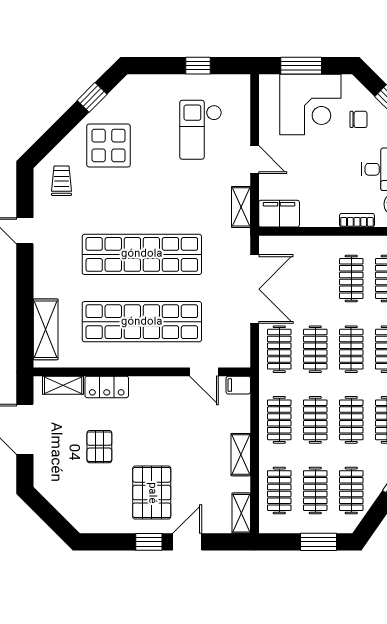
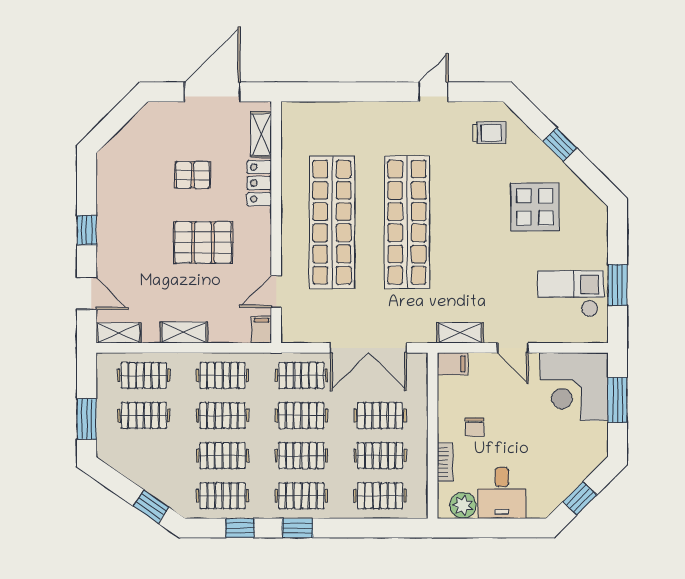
window: (198, 66) -> (618, 285), width x1.50
window: (92, 97) -> (560, 145), moved
corner desk: (310, 104) -> (574, 387), moved
chair: (359, 119) -> (475, 427), moved
checkout: (201, 130) -> (571, 294), moved
display table: (109, 146) -> (535, 207), moved
door: (255, 160) -> (513, 348), hinge flipped
filing cabinet: (279, 214) -> (452, 364), width x0.50
shelving: (46, 329) -> (323, 115), removed
clothes rail: (351, 491) -> (380, 416), moved
pallet: (152, 493) -> (203, 242), moved
door: (187, 542) -> (87, 293), moved

